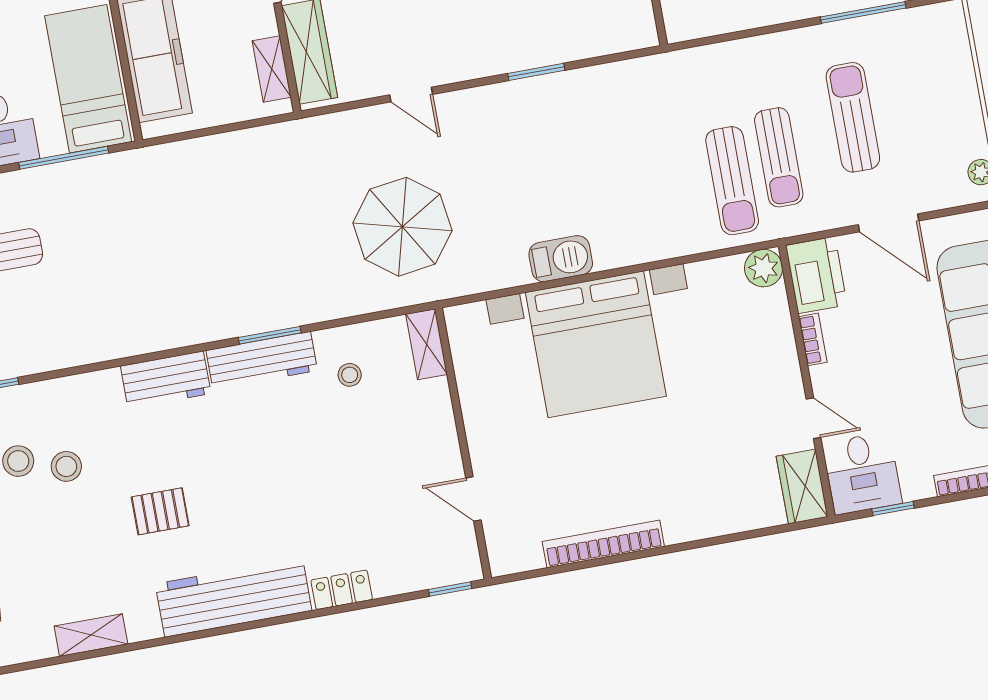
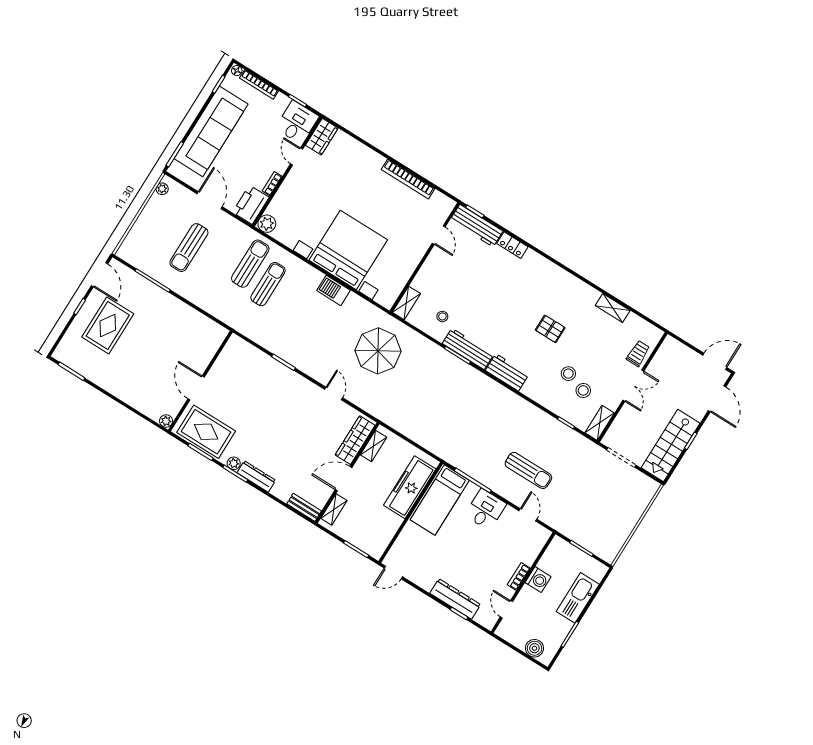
sun lounger: (779, 157) -> (268, 284), moved
workbench: (234, 597) -> (476, 226), moved, width x0.73, depth x0.76

